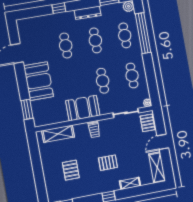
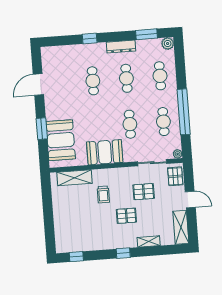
window: (143, 33) -> (184, 112), moved
booth: (39, 81) -> (61, 140), moved
window: (27, 109) -> (42, 129), moved
trolley: (94, 130) -> (103, 194), moved
door: (163, 142) -> (190, 199), swing flipped
pallet: (71, 170) -> (144, 192), moved, turned 90

